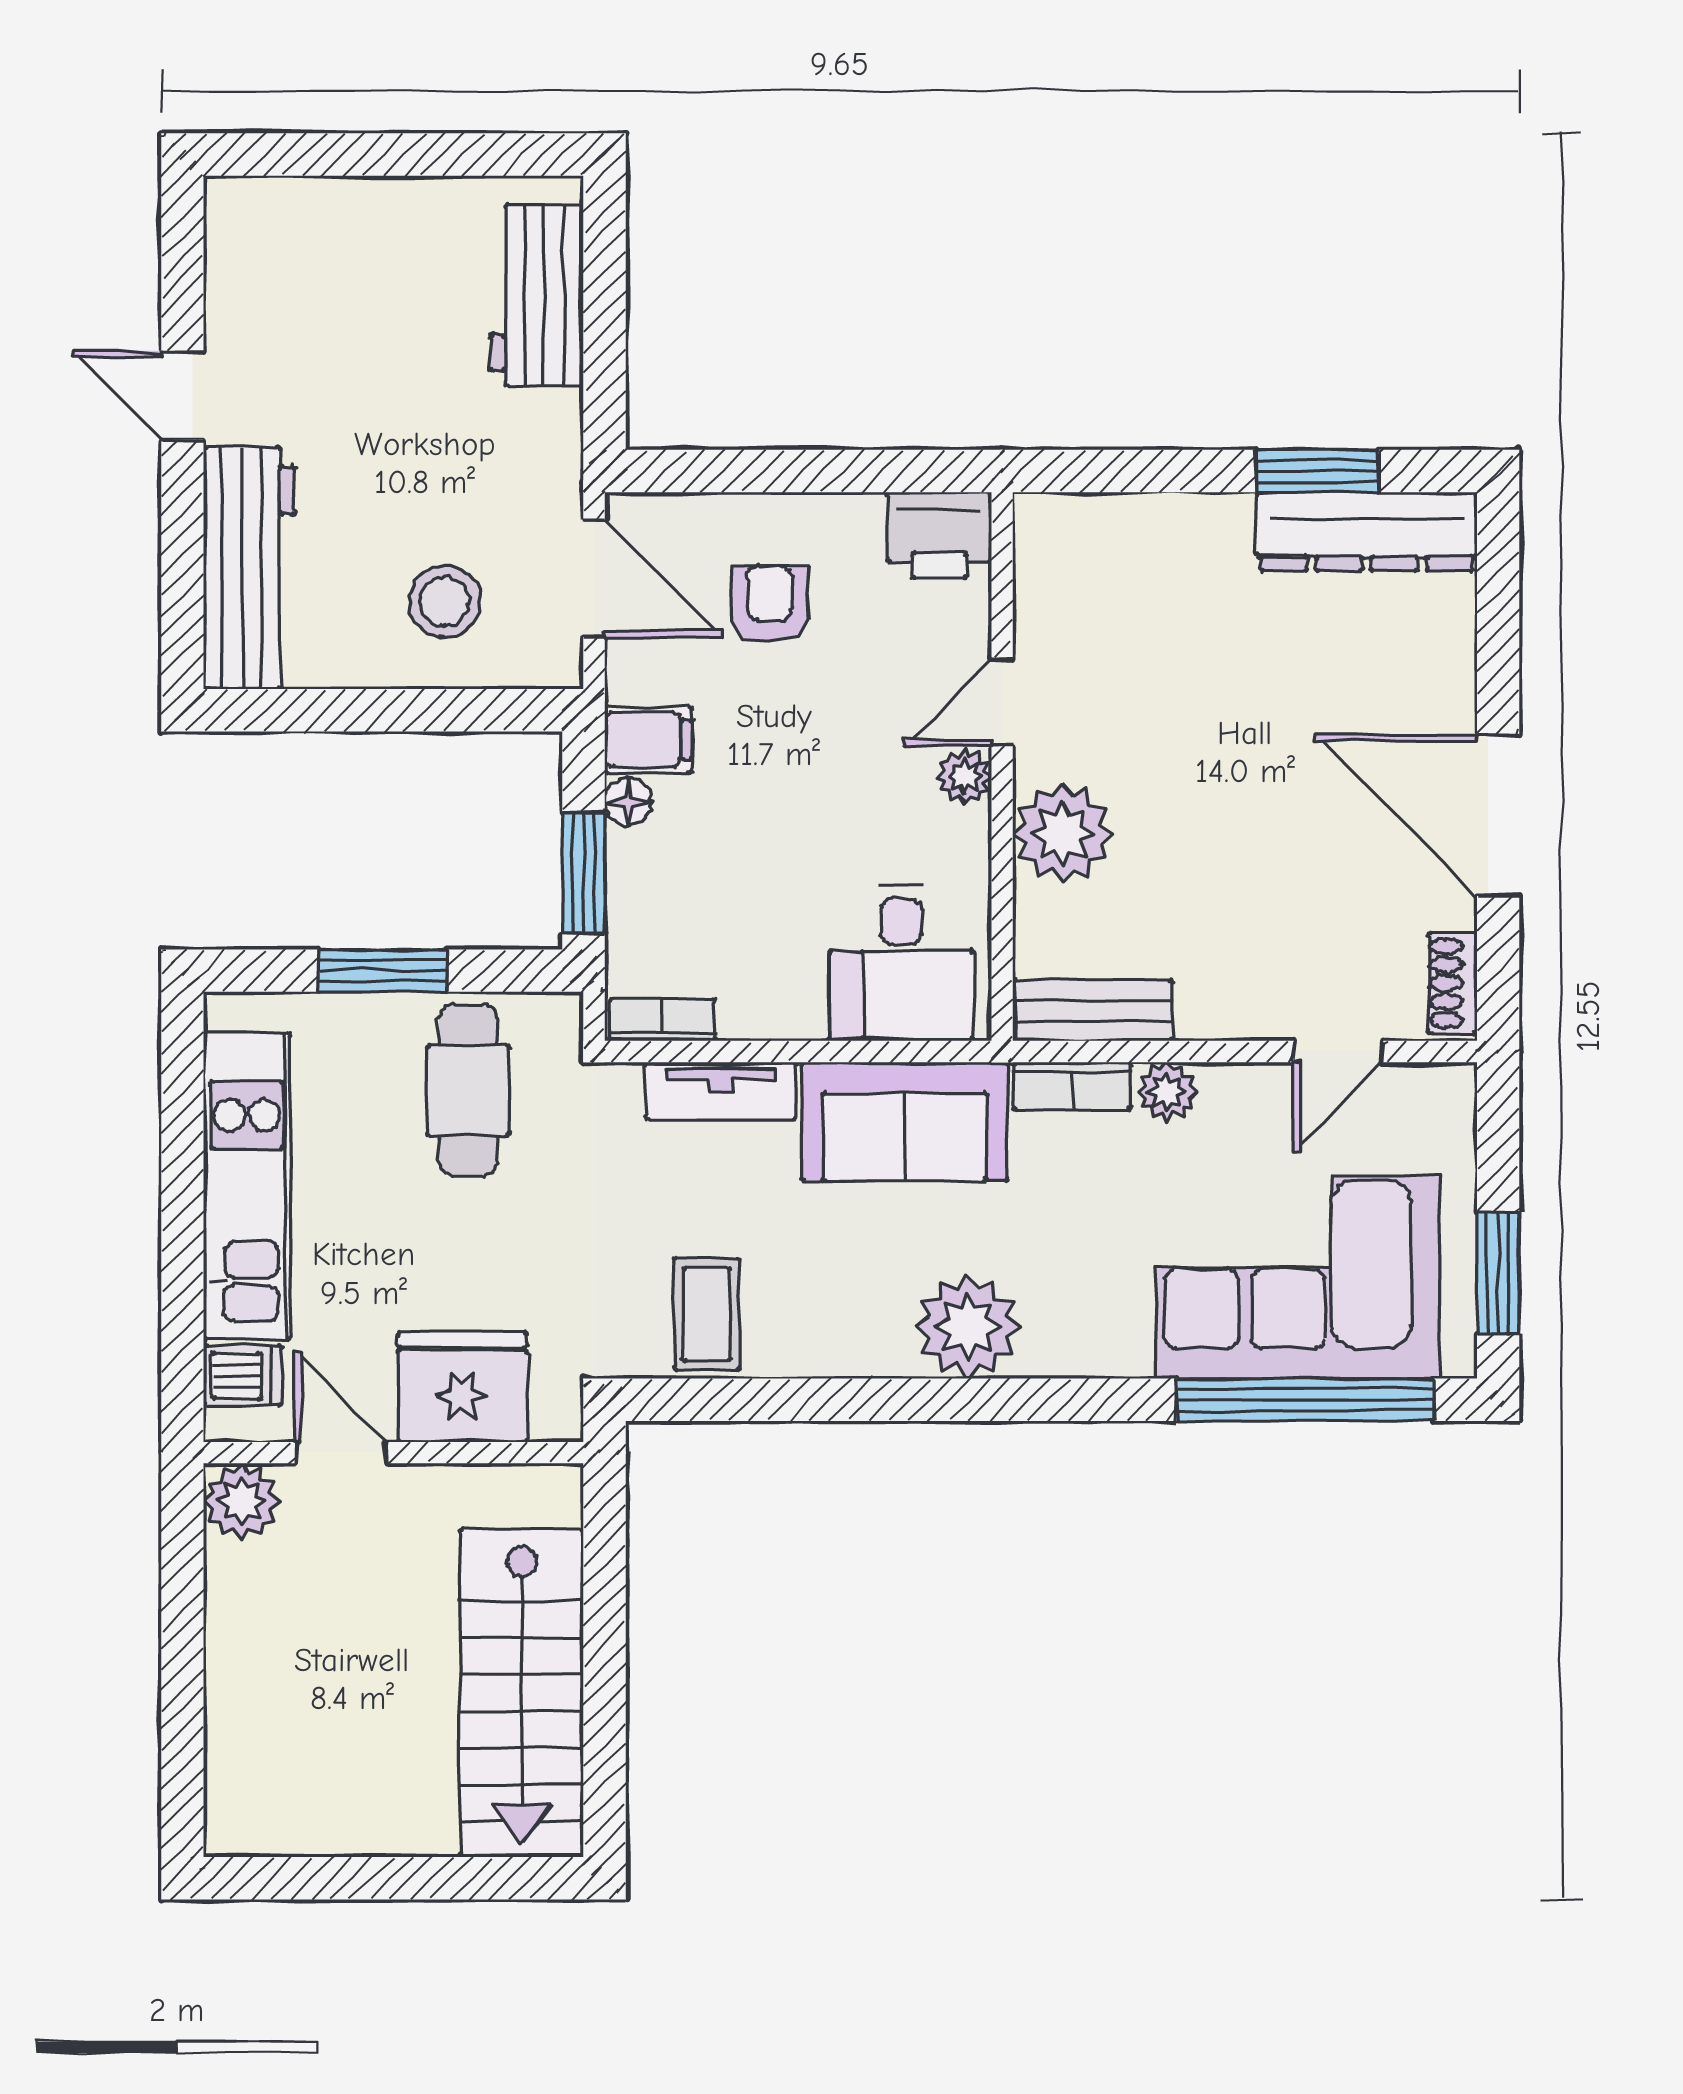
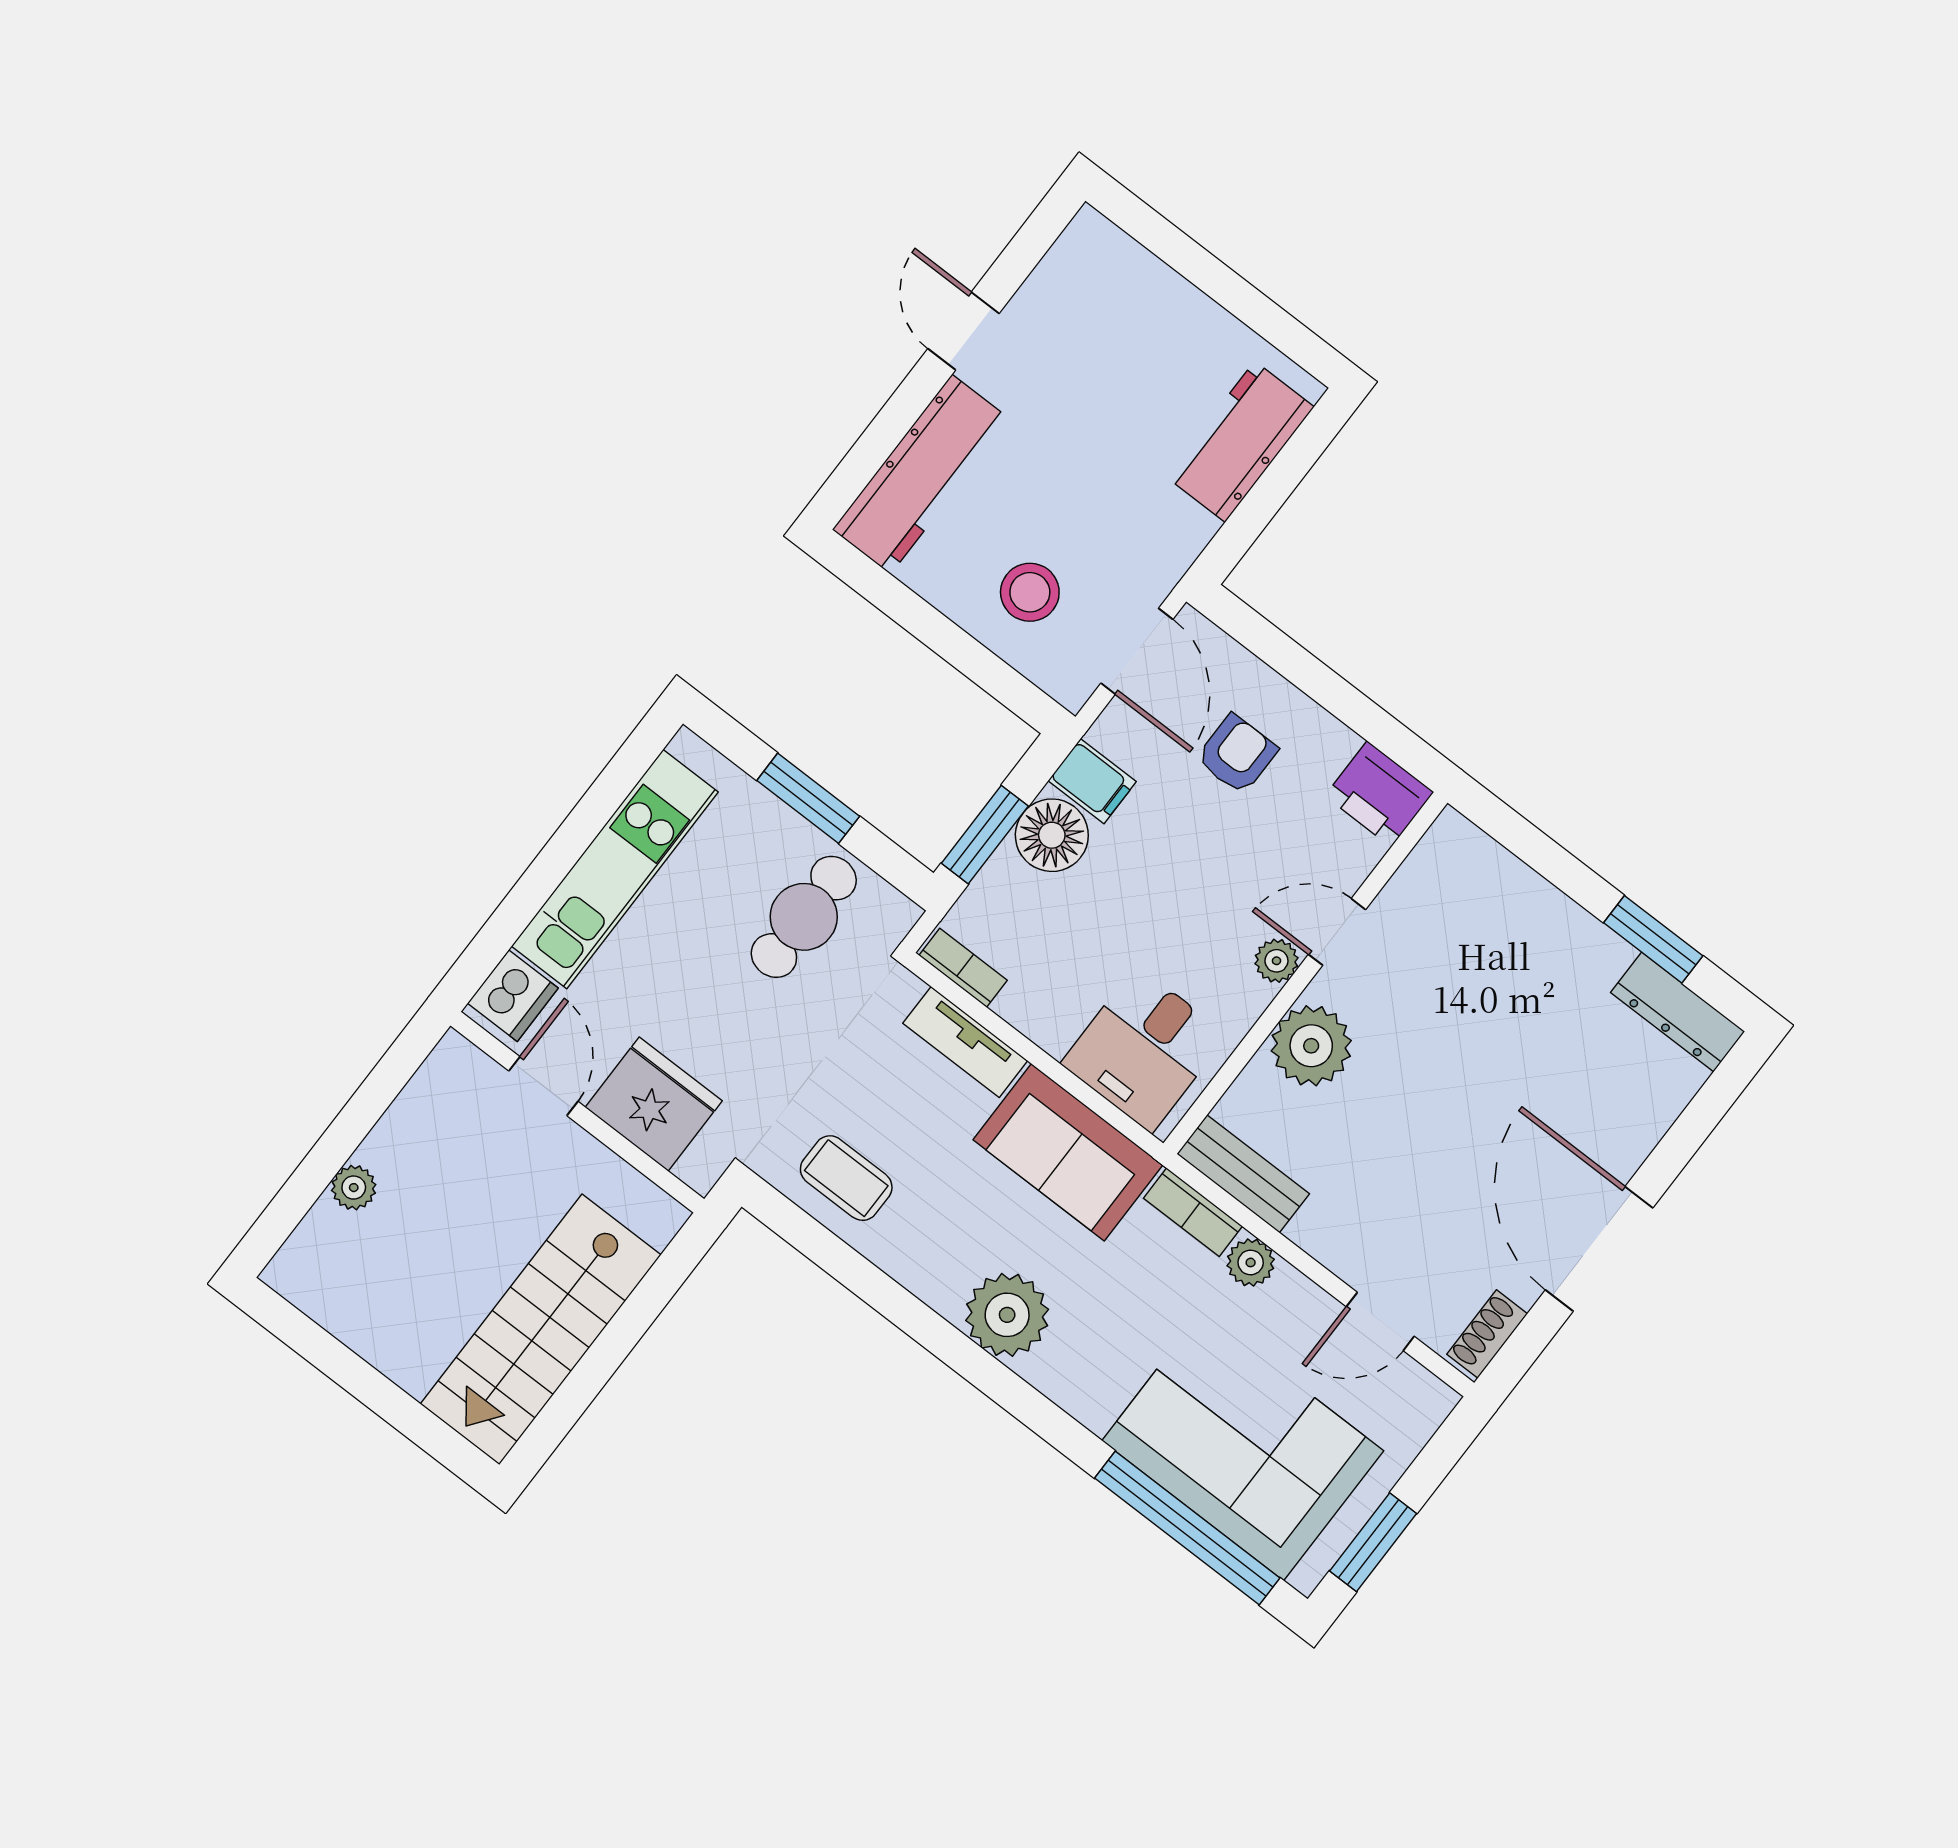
dresser: (1367, 531) -> (1678, 1012), width x0.73, depth x0.80
floor lamp: (628, 802) -> (1052, 835), width x1.89, depth x1.89
coffee table: (707, 1314) -> (846, 1178), turned 90
dishwasher: (242, 1376) -> (513, 996), width x1.38
plant: (242, 1501) -> (354, 1188), moved, width x0.73, depth x0.73

